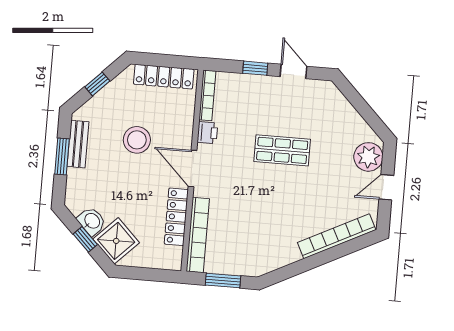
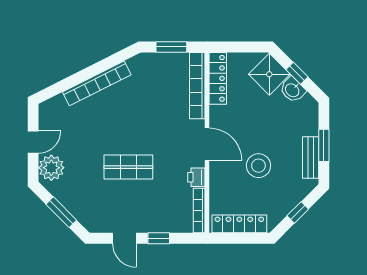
window: (361, 106) -> (61, 212), added
locker: (176, 217) -> (218, 78), moved
bookcase: (337, 236) -> (97, 83), moved

